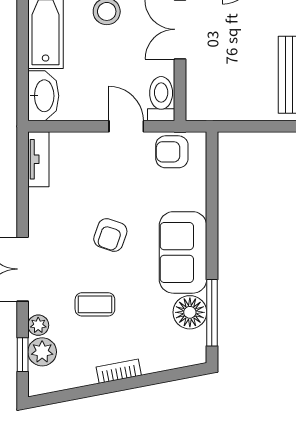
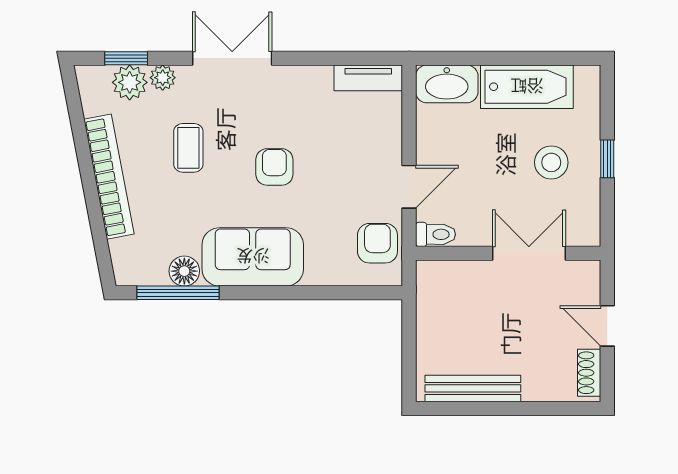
toilet: (161, 99) -> (435, 234), width x0.73, depth x0.72
armchair: (110, 235) -> (274, 167), turned 71
floor lamp: (190, 312) -> (184, 271), width x0.73, depth x0.73
bookcase: (119, 371) -> (109, 177), width x2.31, depth x1.31

